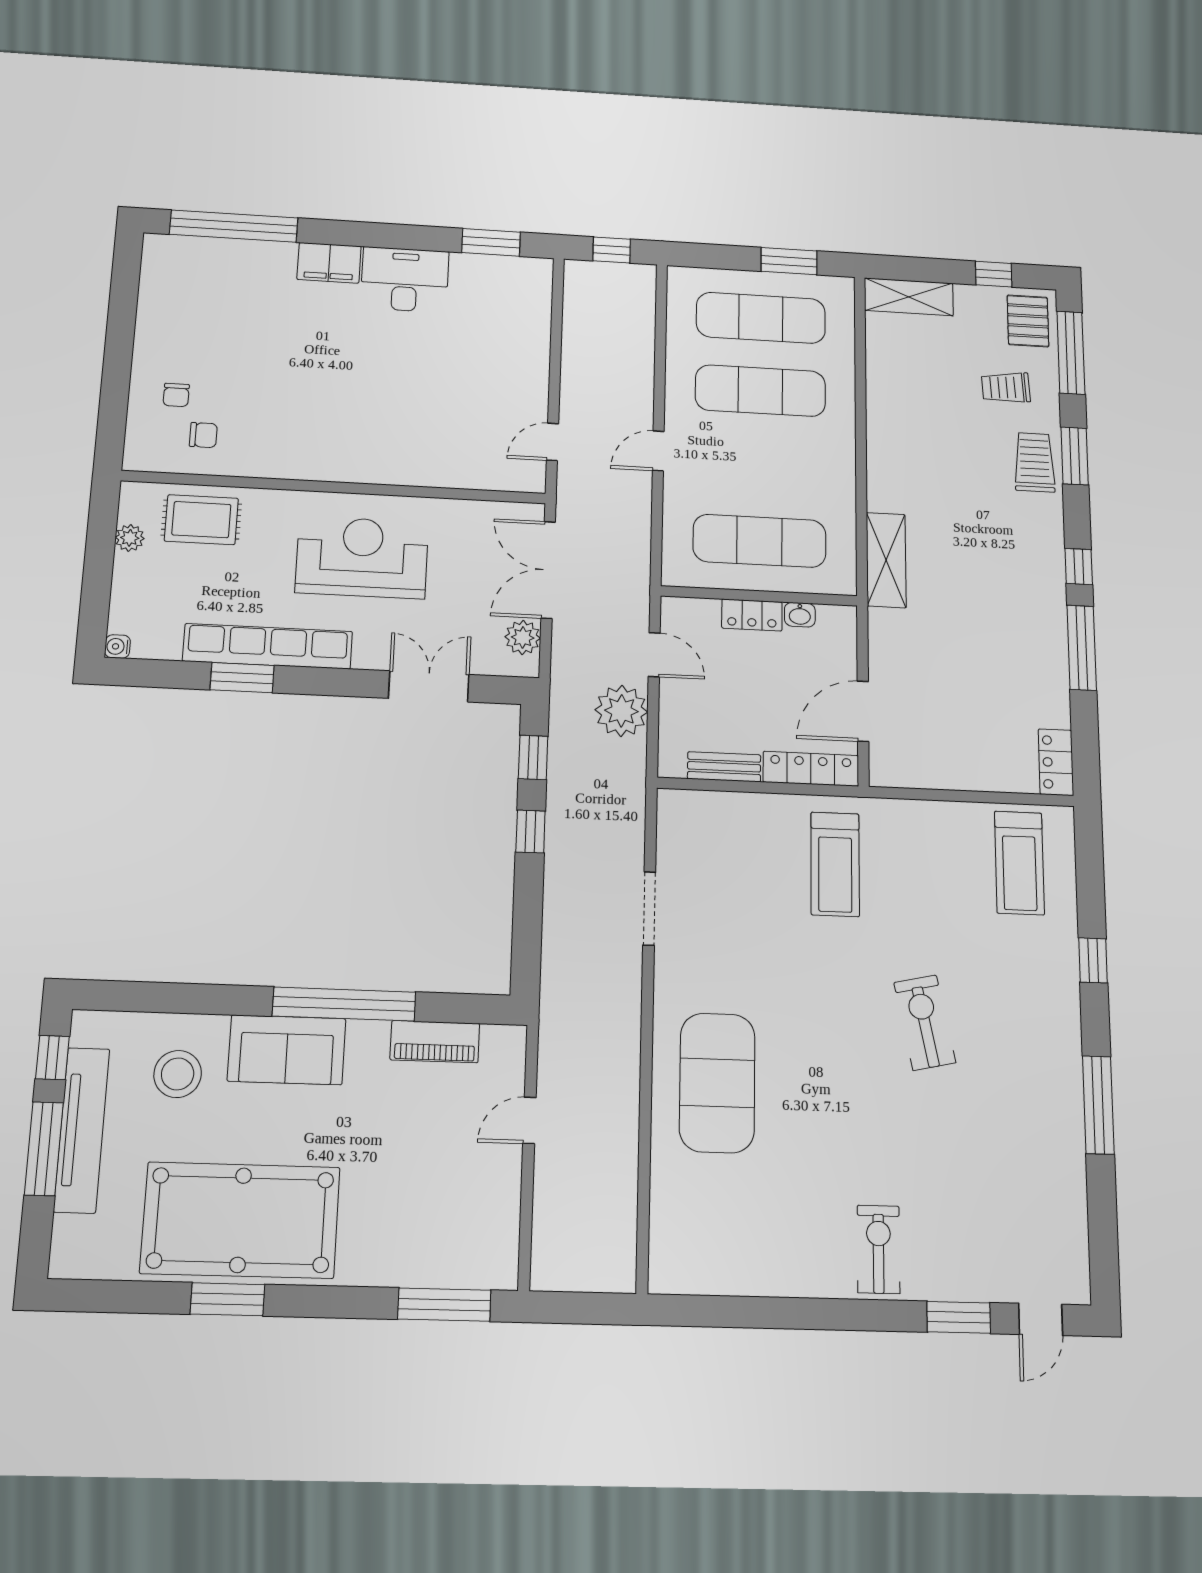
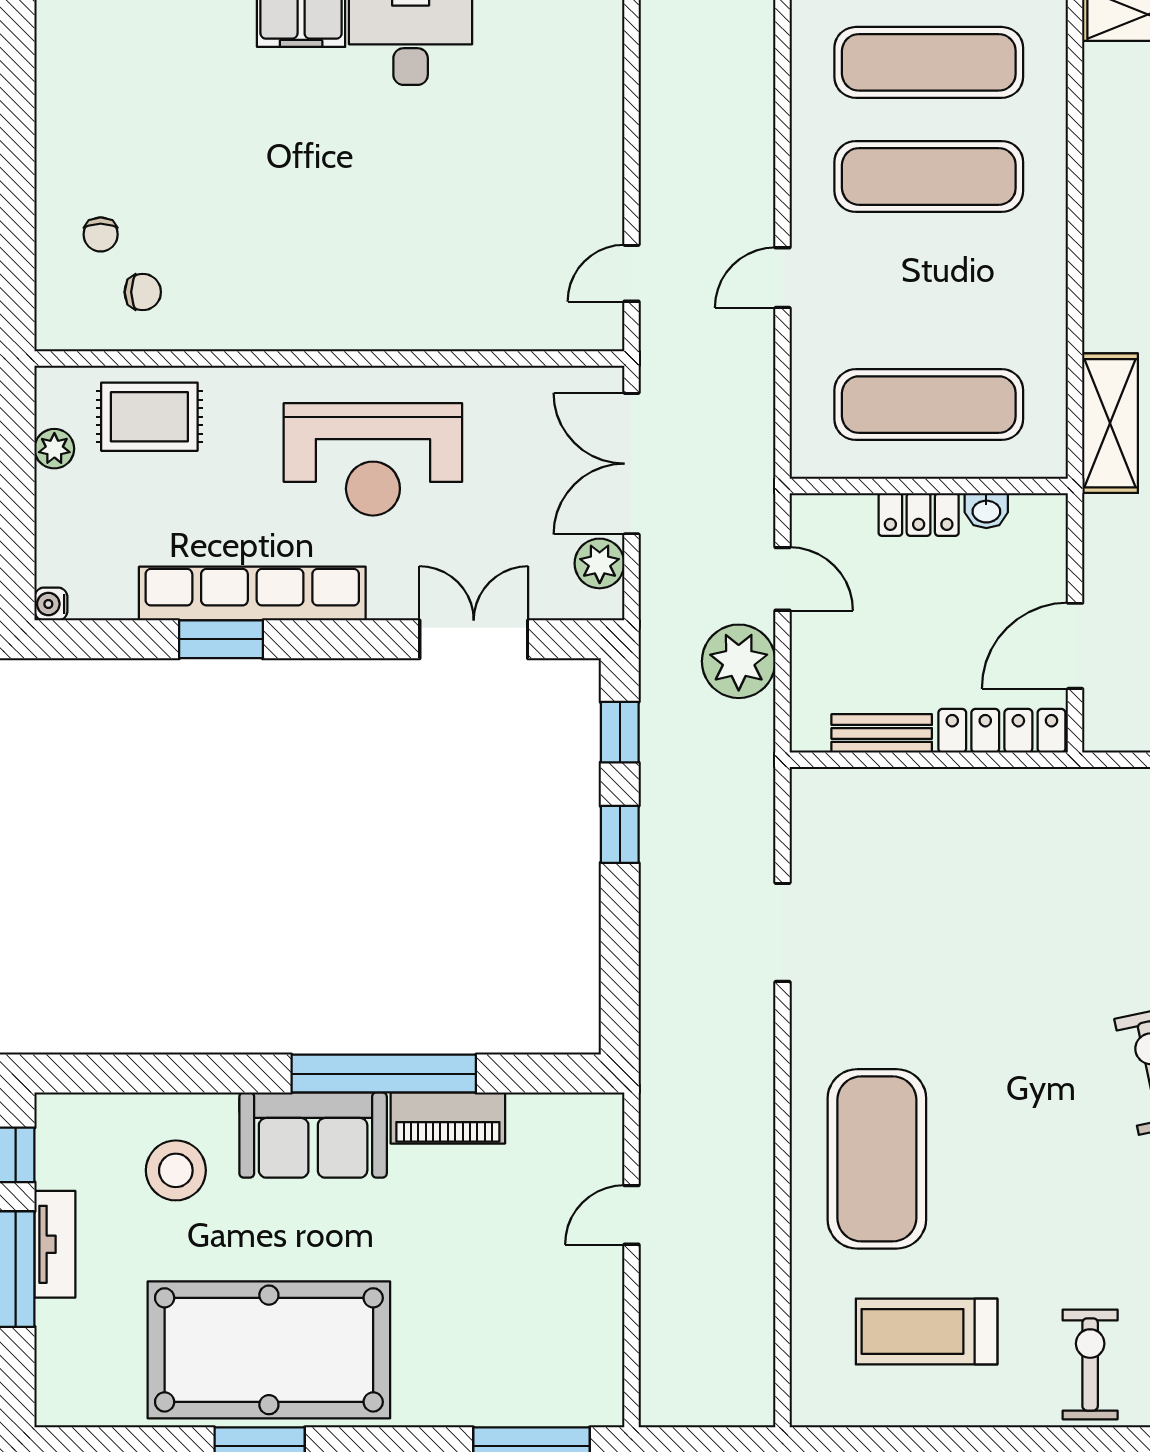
reception desk: (362, 557) -> (373, 459), turned 180
treadmill: (835, 864) -> (927, 1331), moved, turned 90
piano: (435, 1042) -> (448, 1118), moved
tv unit: (82, 1130) -> (55, 1244), width x0.52, depth x0.78

